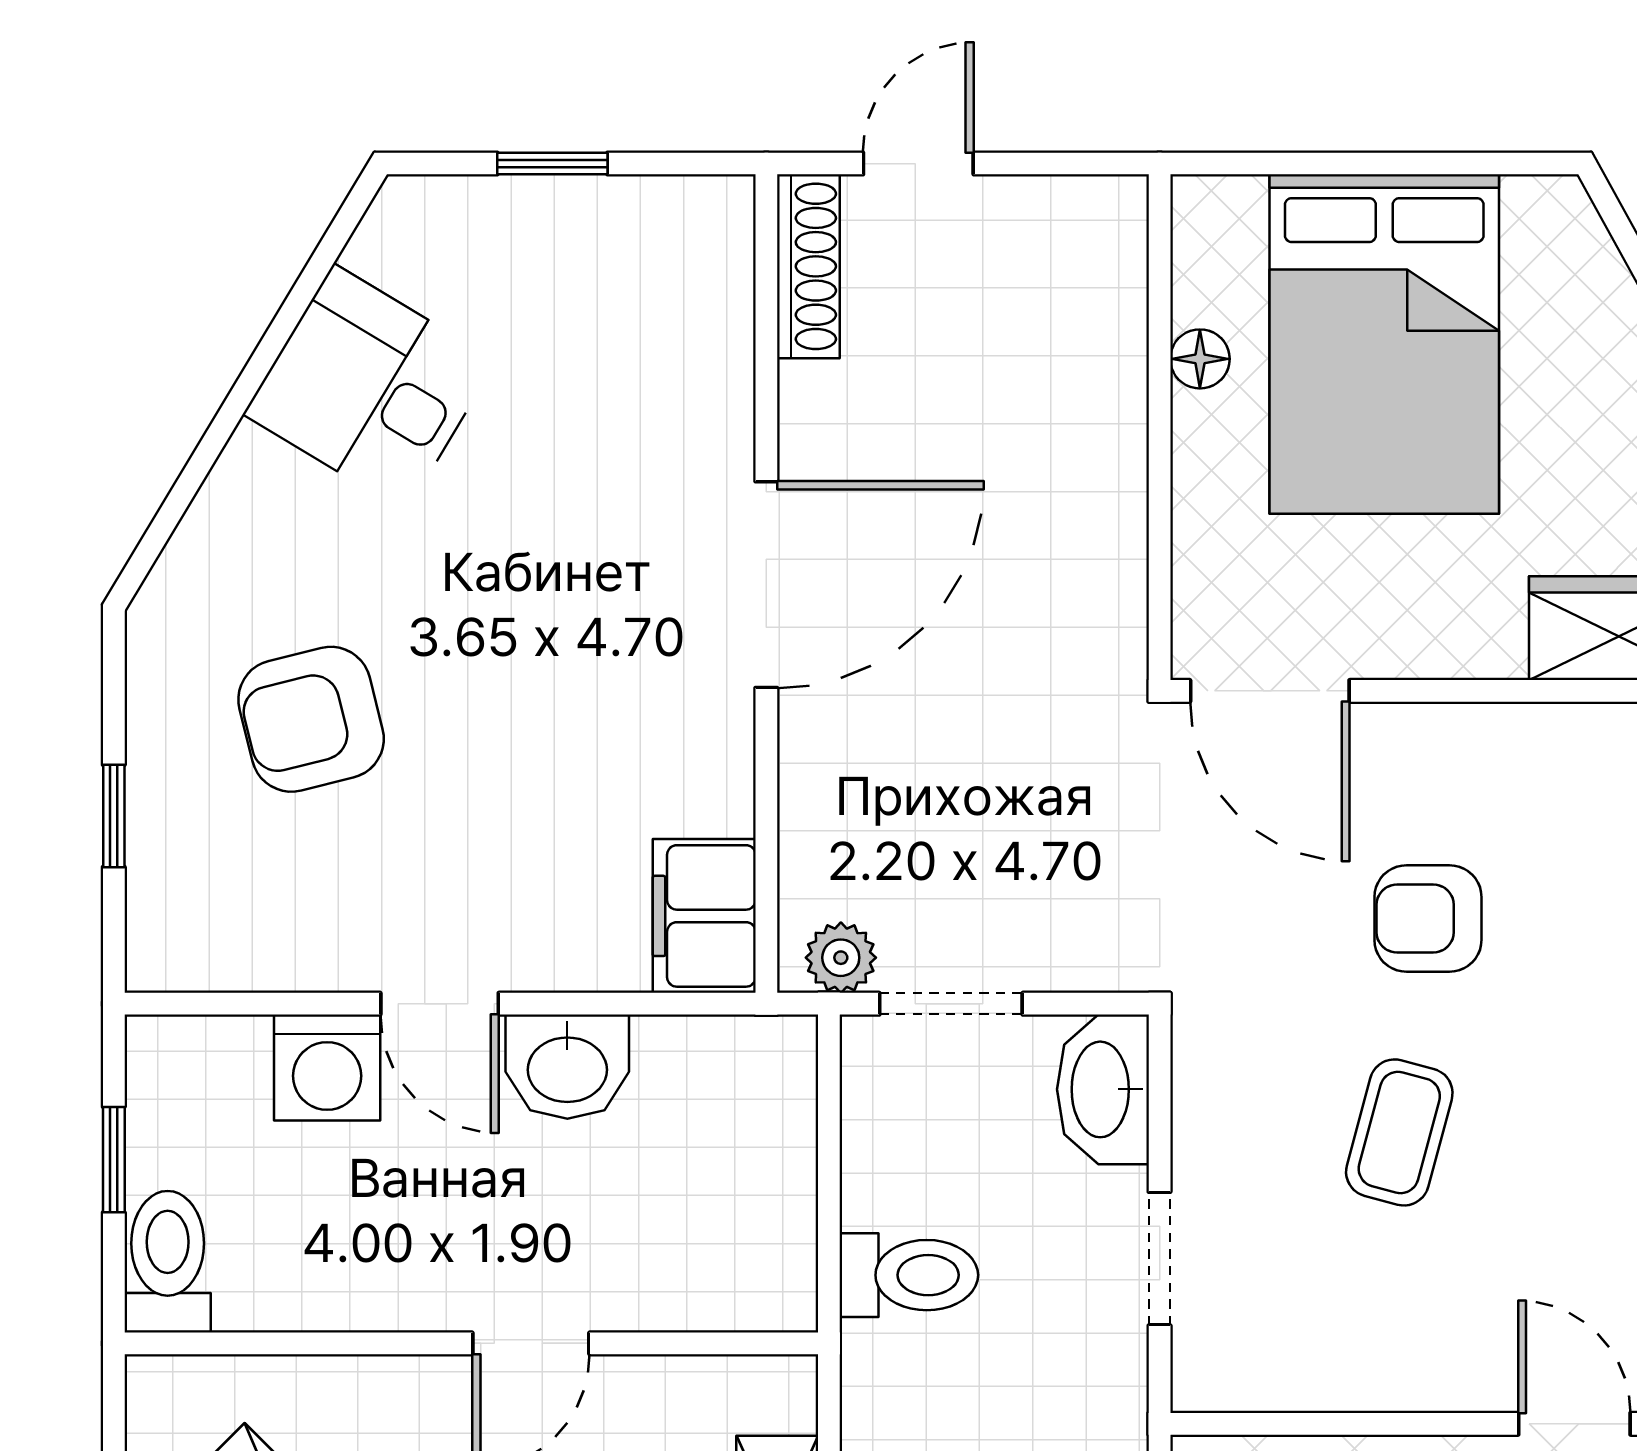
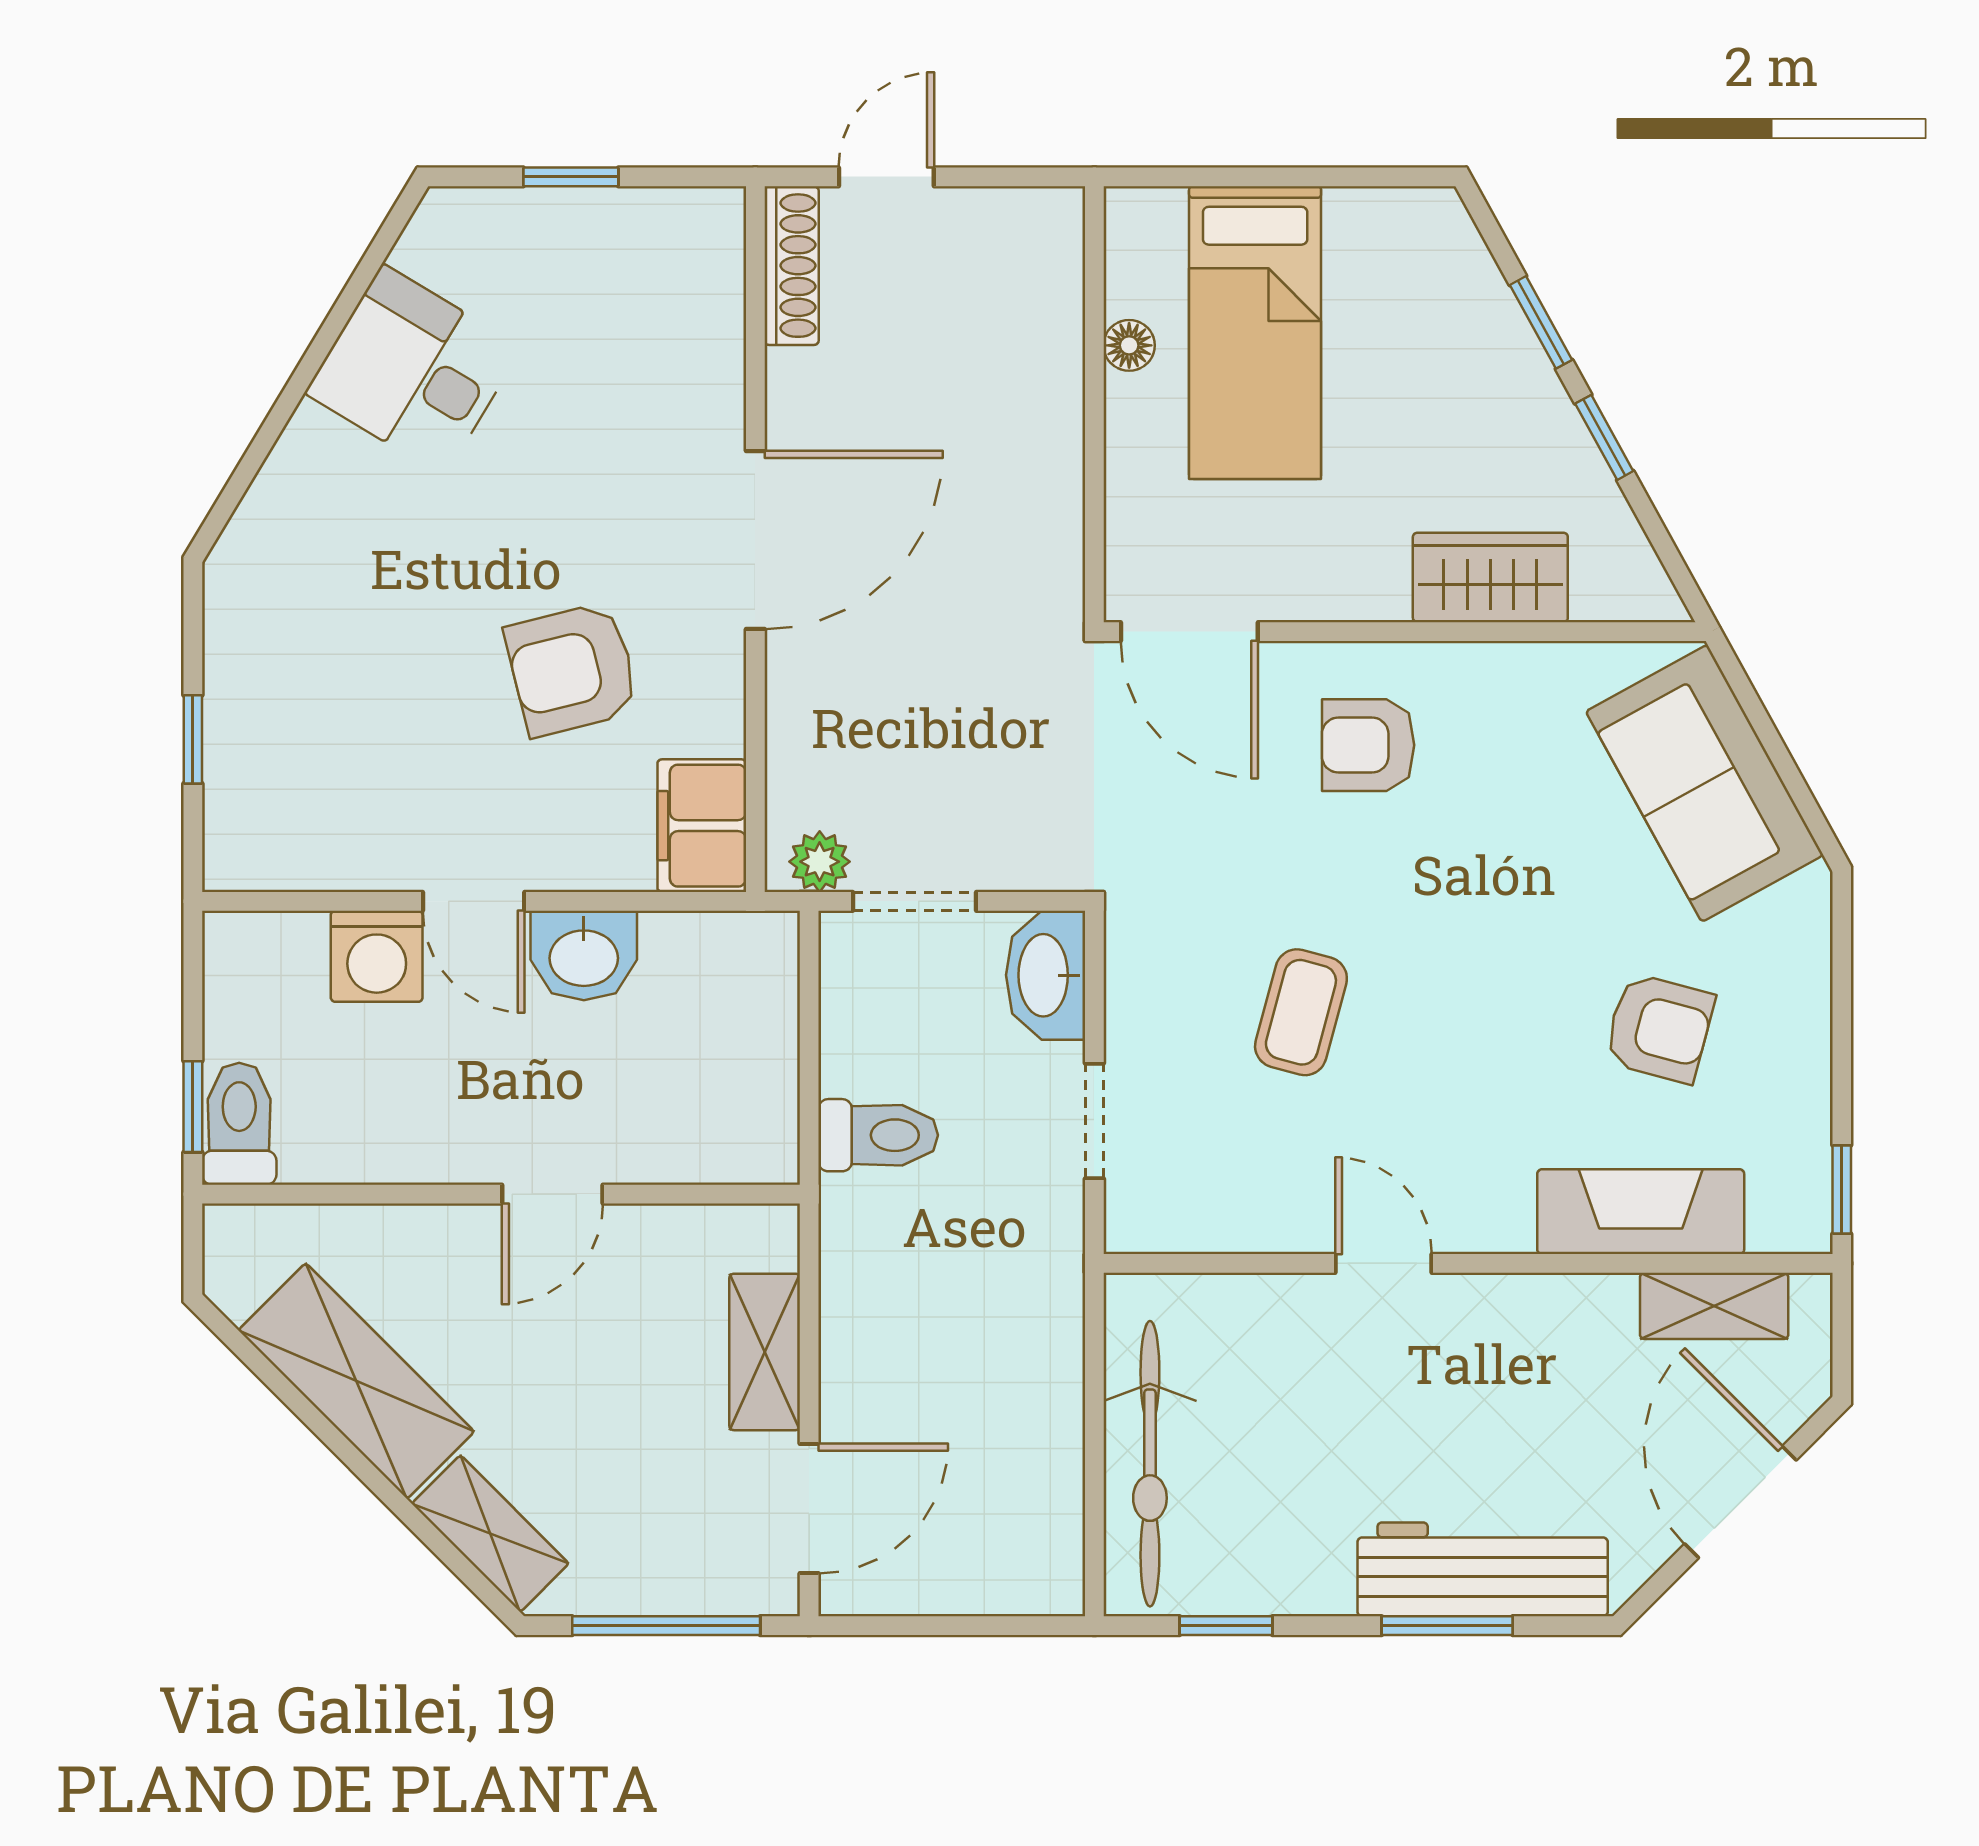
bed: (1384, 344) -> (1255, 333), width x0.67
armchair: (311, 719) -> (572, 669), moved
armchair: (1428, 919) -> (1368, 745), moved
window: (114, 1160) -> (193, 1107), moved
door: (1574, 1424) -> (1383, 1263), moved

